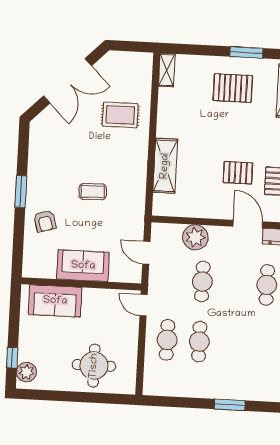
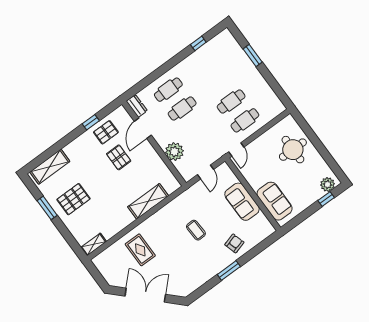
pallet: (233, 88) -> (73, 199), turned 90
cafe table: (202, 282) -> (182, 108), moved

